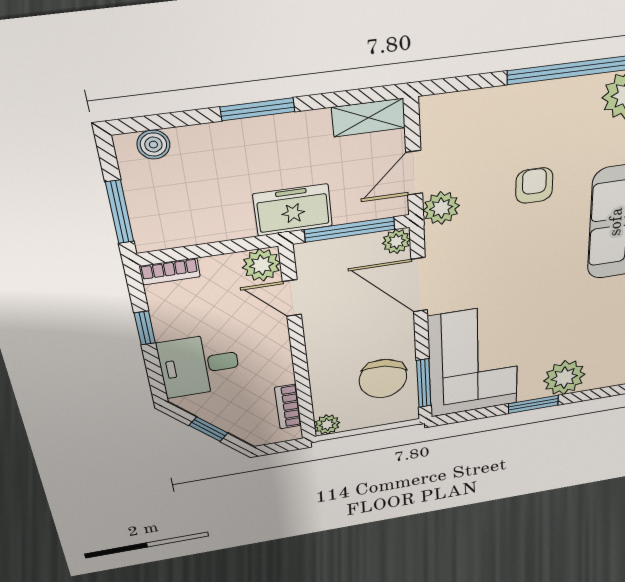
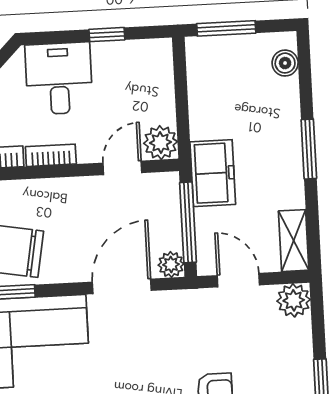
plant: (441, 208) -> (294, 300), moved
bookcase: (170, 271) -> (51, 155), moved, turned 90

